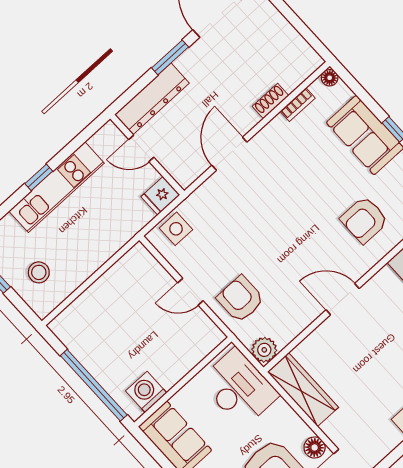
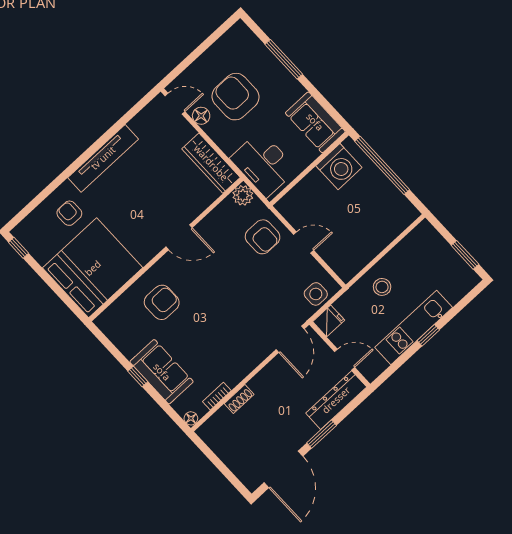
door: (229, 154) -> (290, 339), moved
stool: (39, 272) -> (382, 287), moved
washing machine: (146, 392) -> (339, 167), width x1.37, depth x1.37

